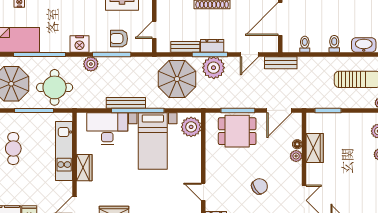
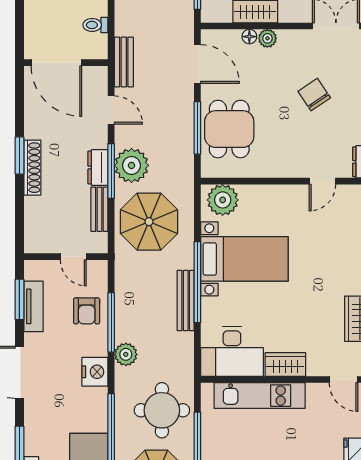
desk: (107, 129) -> (232, 352), moved, turned -90

